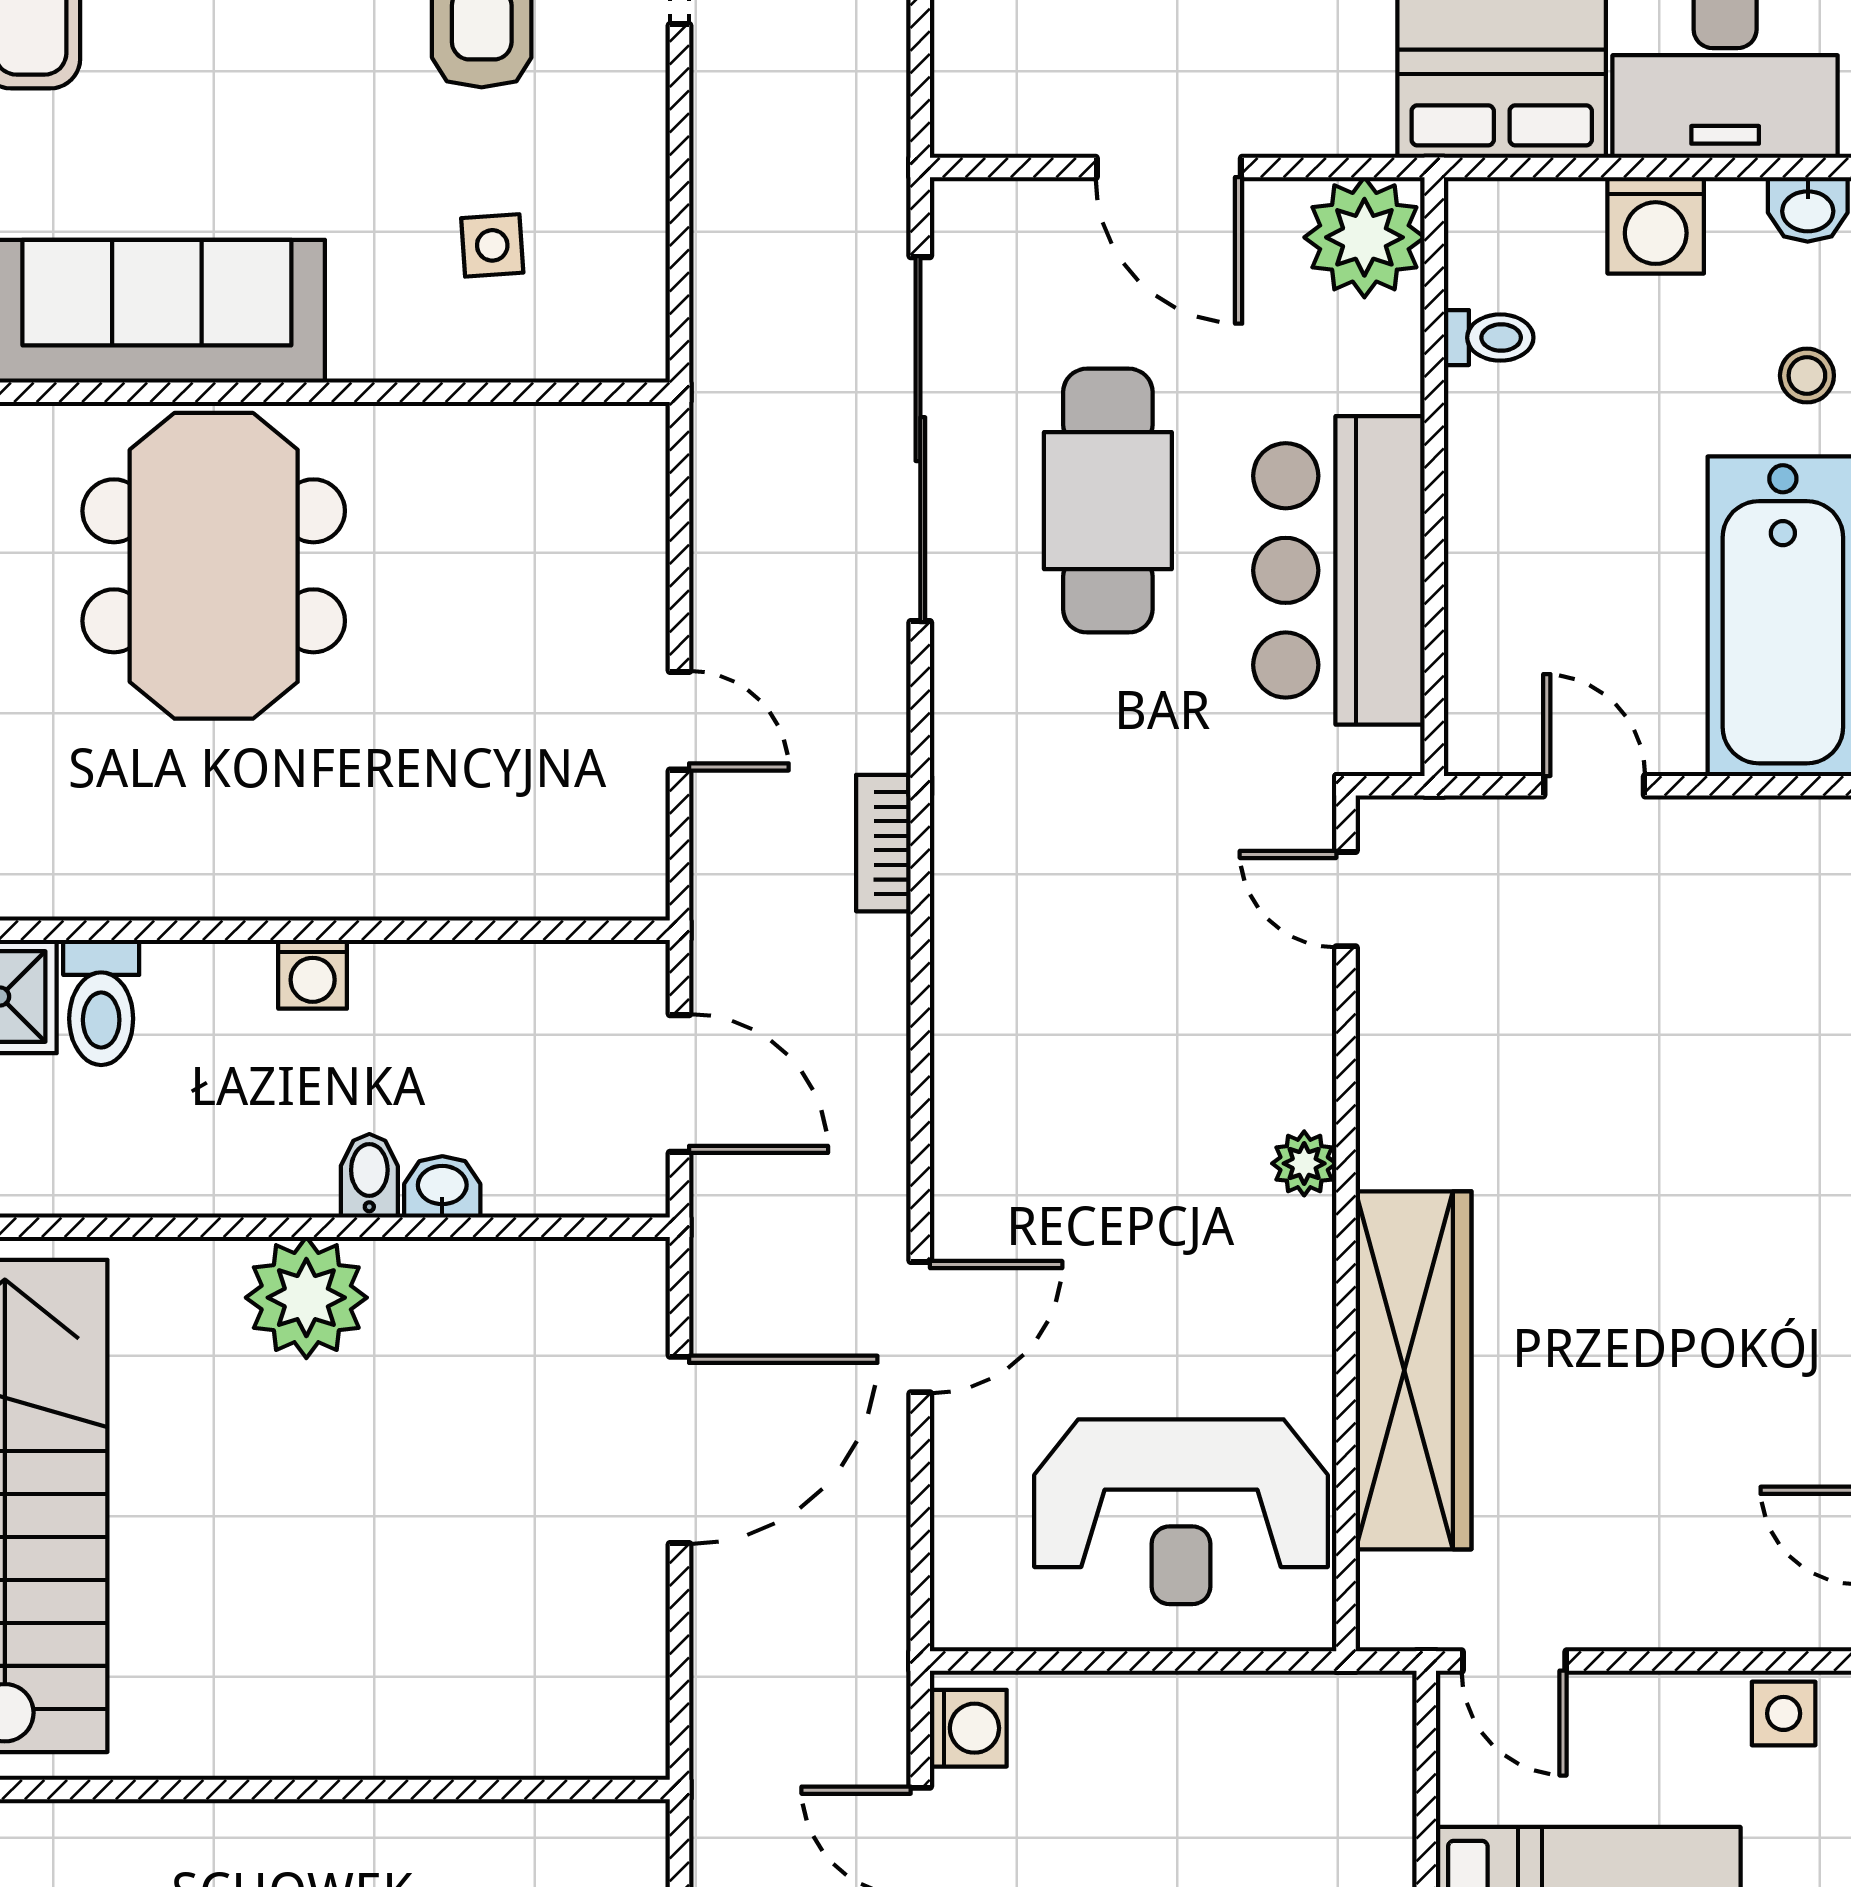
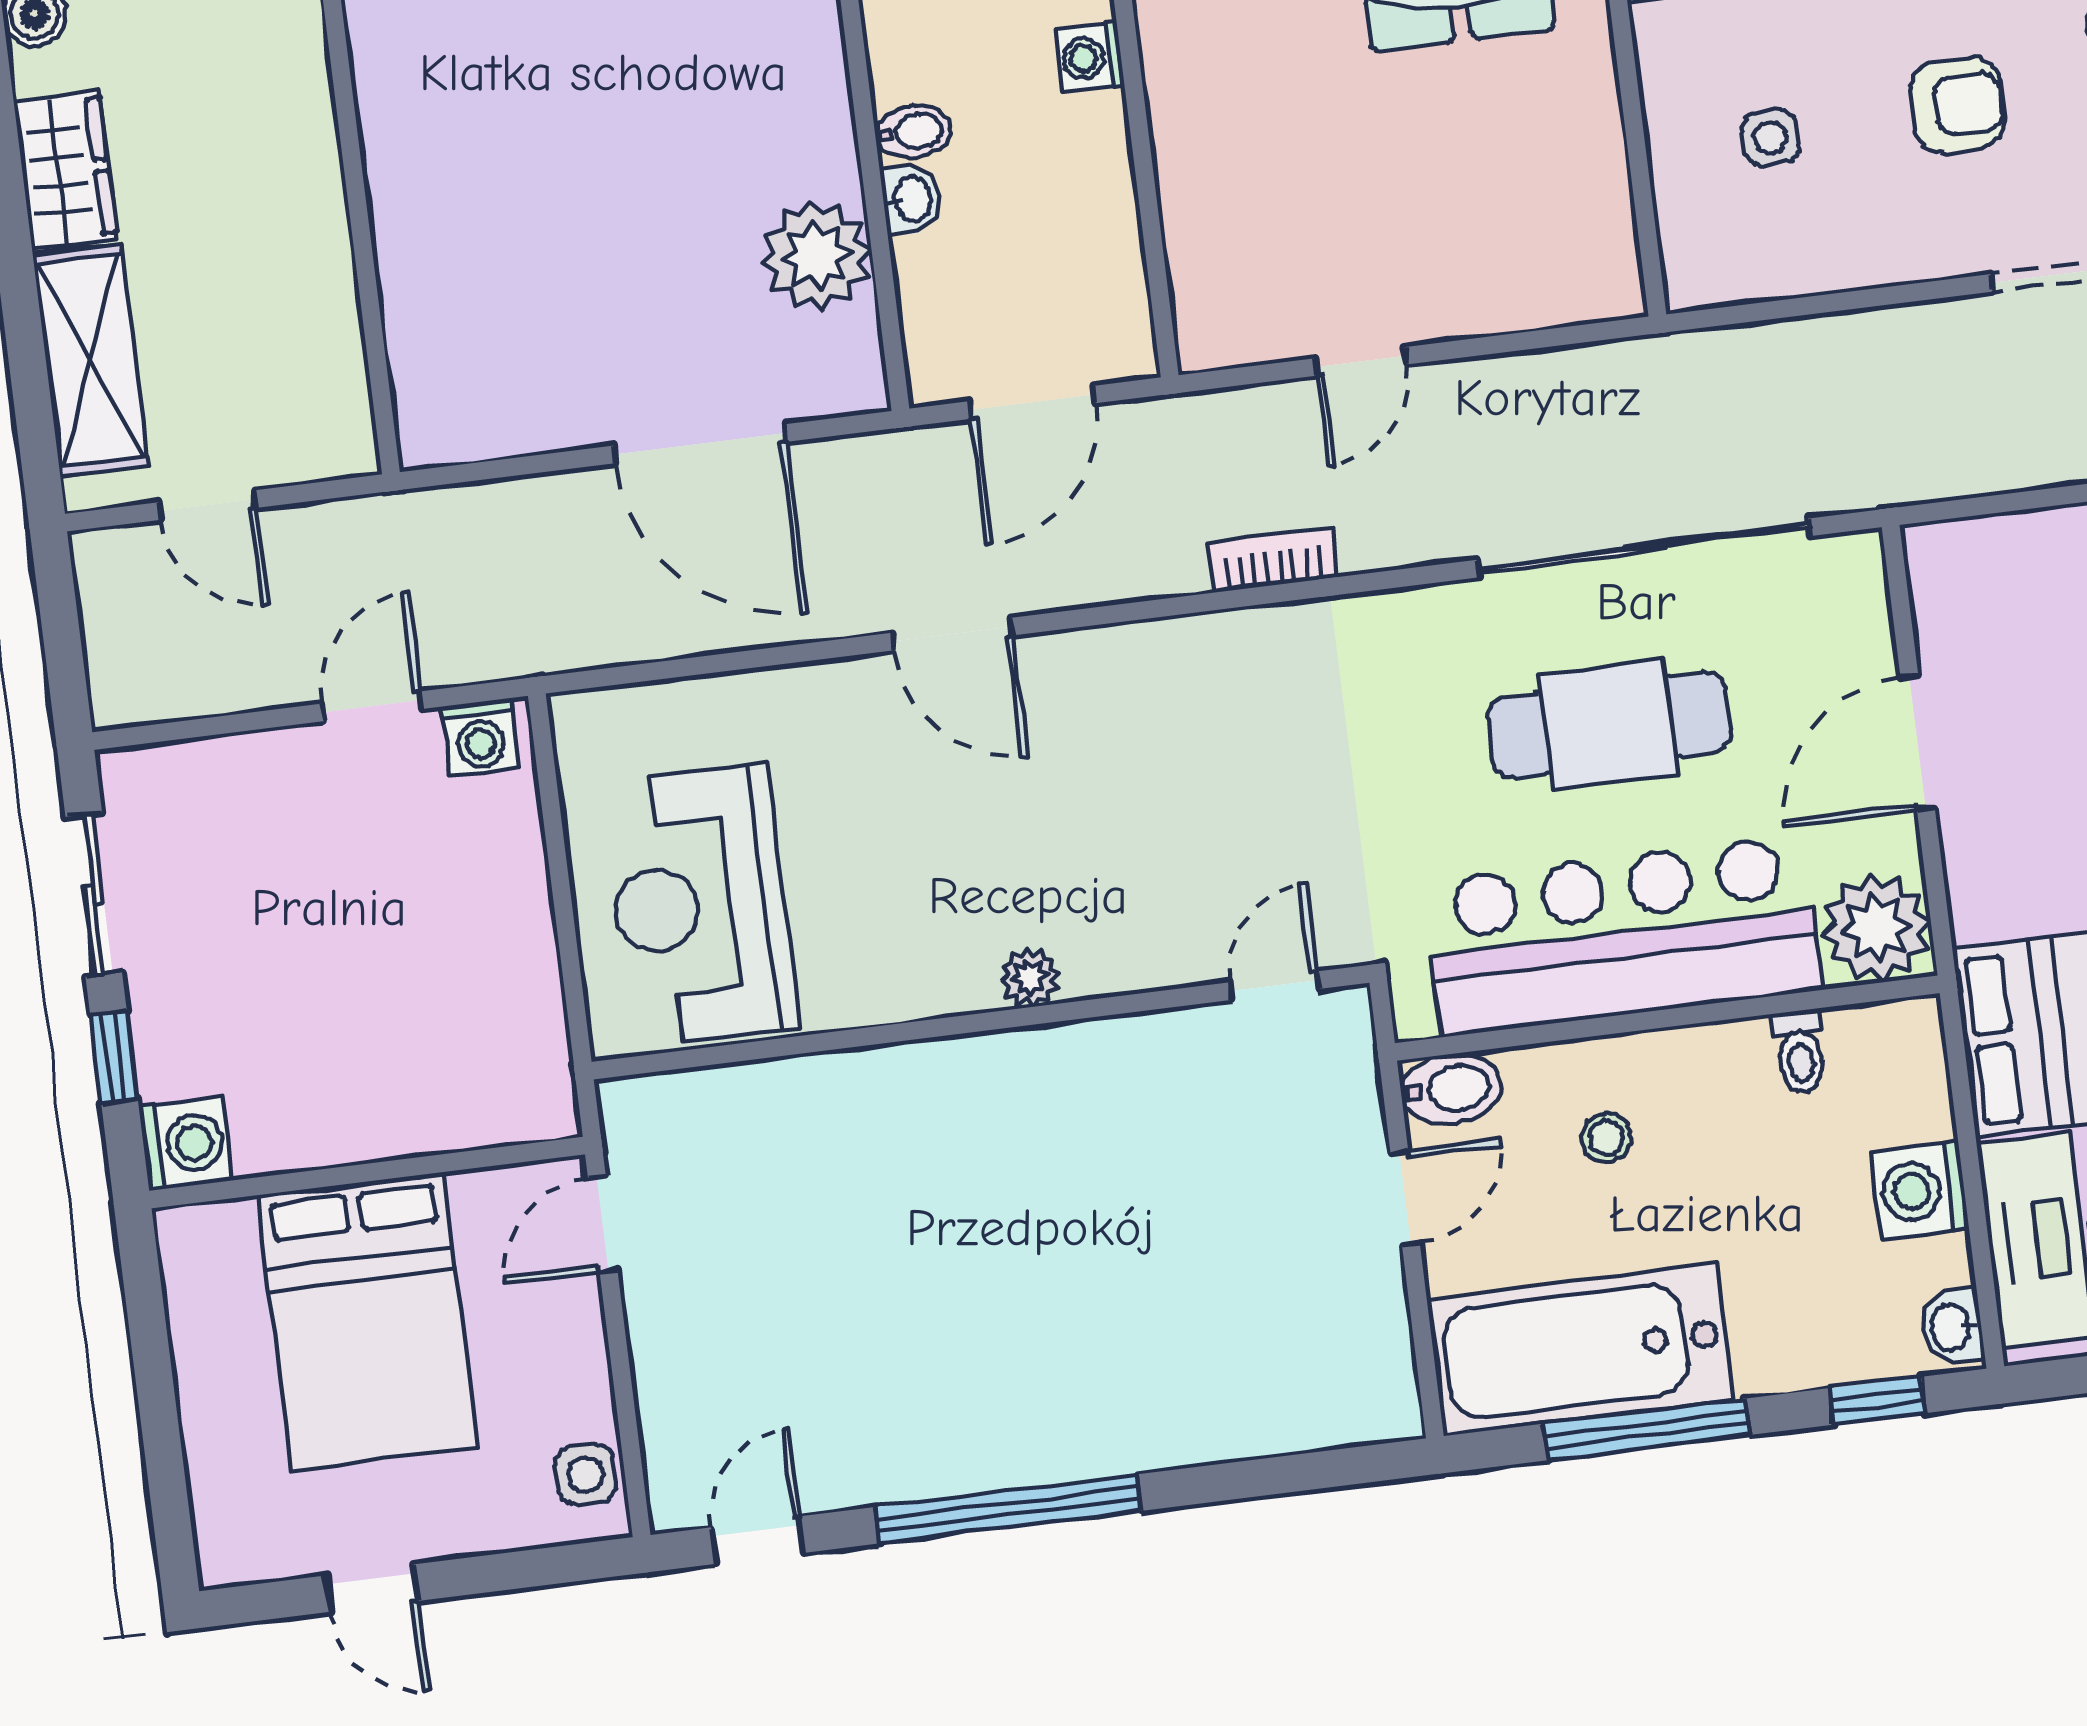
stool: (1807, 376) -> (1606, 1138), moved
bar counter: (1339, 570) -> (1622, 936), width x1.36
bidet: (1482, 721) -> (1451, 1089), added
plant: (306, 1298) -> (817, 256), moved
door: (920, 1327) -> (952, 634), moved
wardrobe: (1414, 1370) -> (855, 1100), removed

